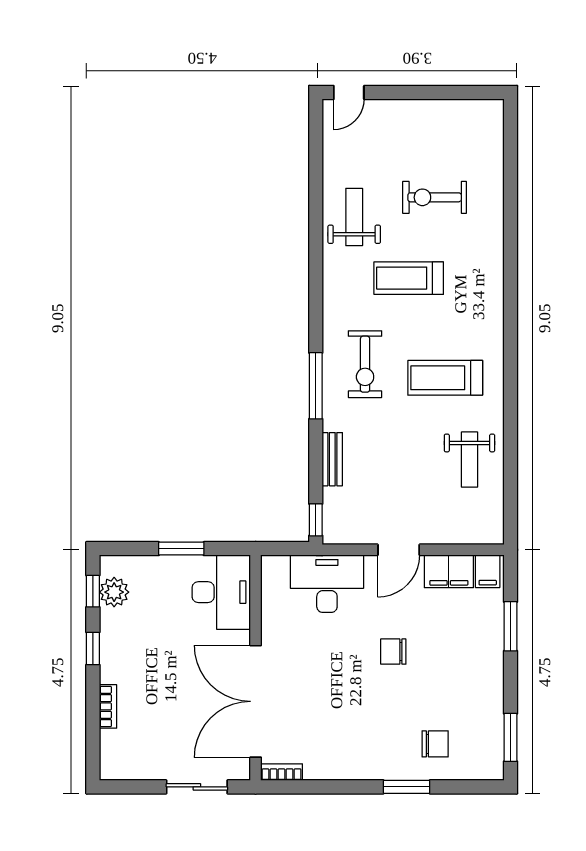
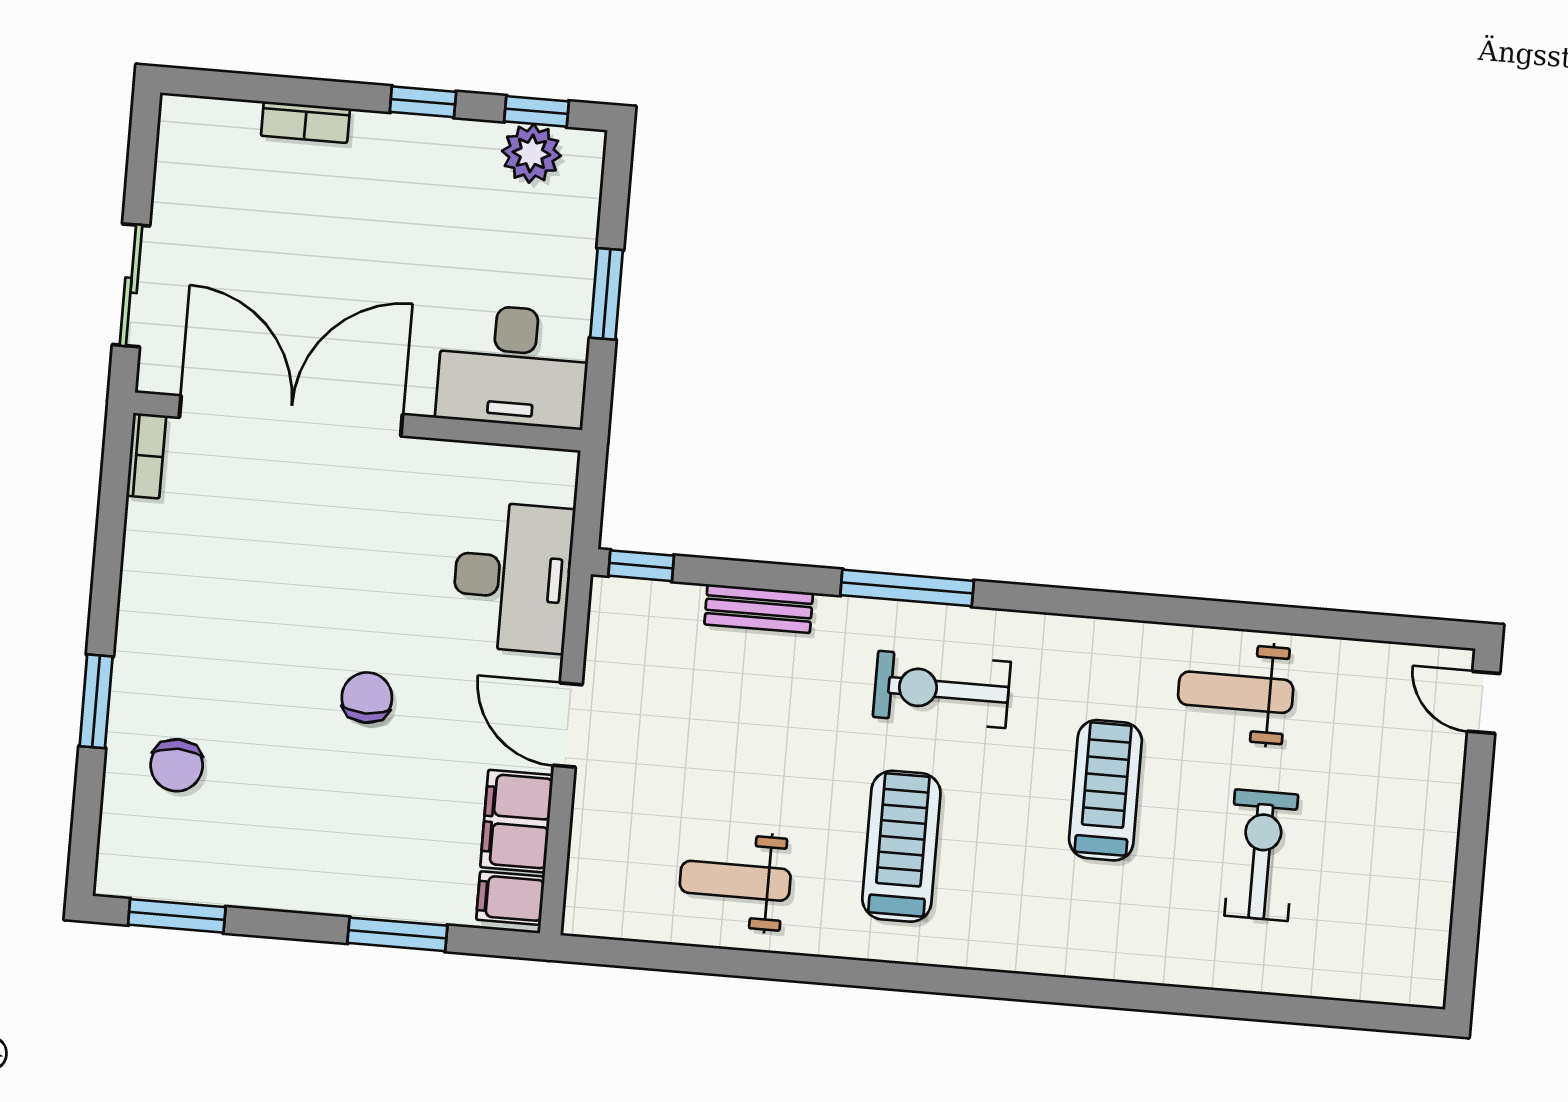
weight bench: (354, 217) -> (1236, 692), turned 180

